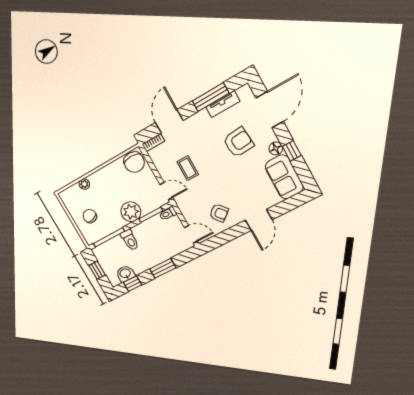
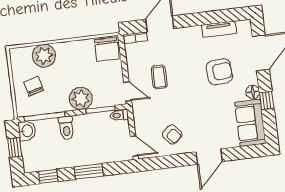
window: (211, 97) -> (210, 18), removed
plant: (84, 184) -> (44, 56), width x1.87, depth x1.87
washbasin: (125, 274) -> (27, 131), moved, turned 90

